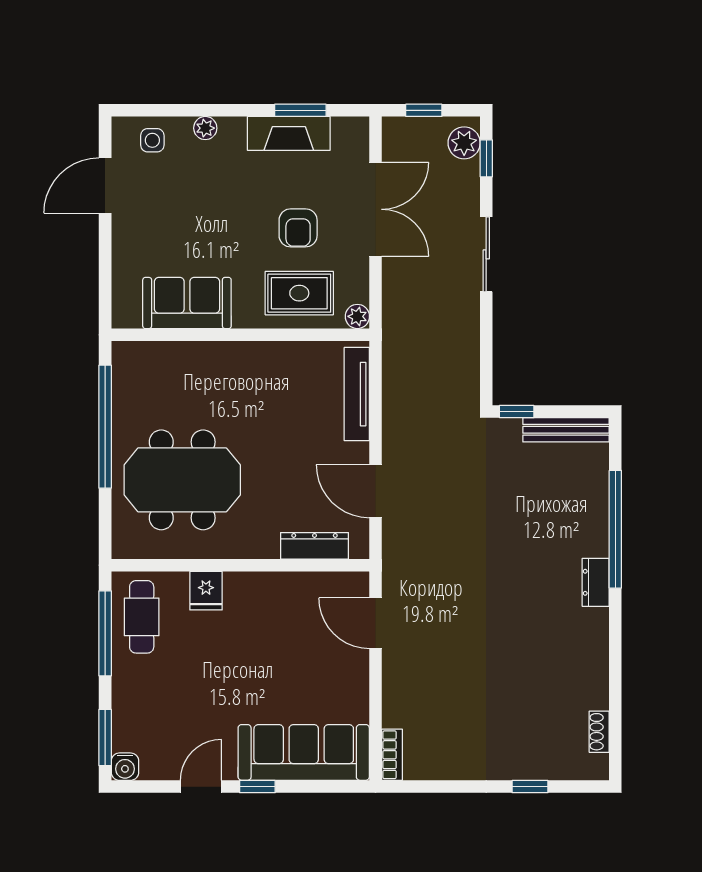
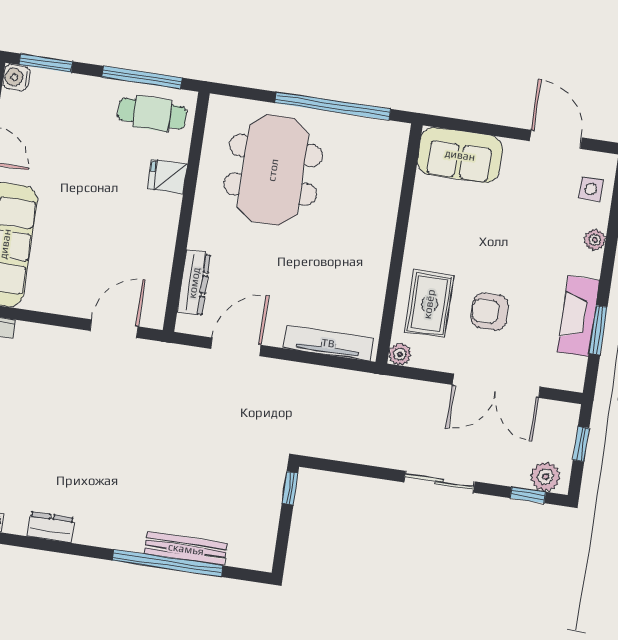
sofa: (187, 303) -> (460, 155), moved, turned 90
bench: (566, 430) -> (186, 549), moved, turned 90
dresser: (596, 582) -> (51, 527), moved

